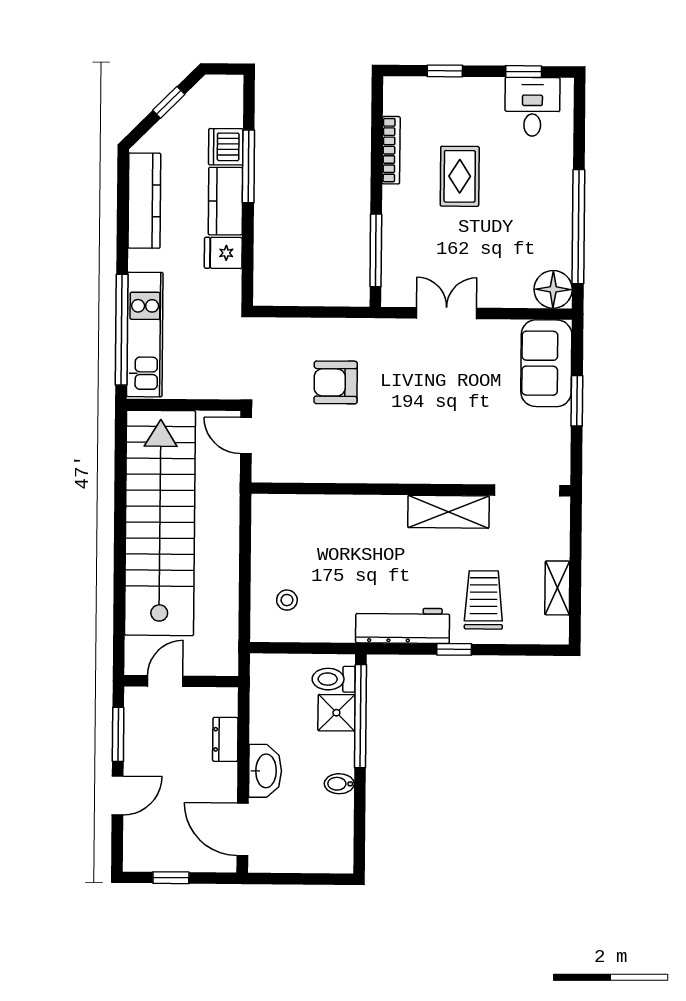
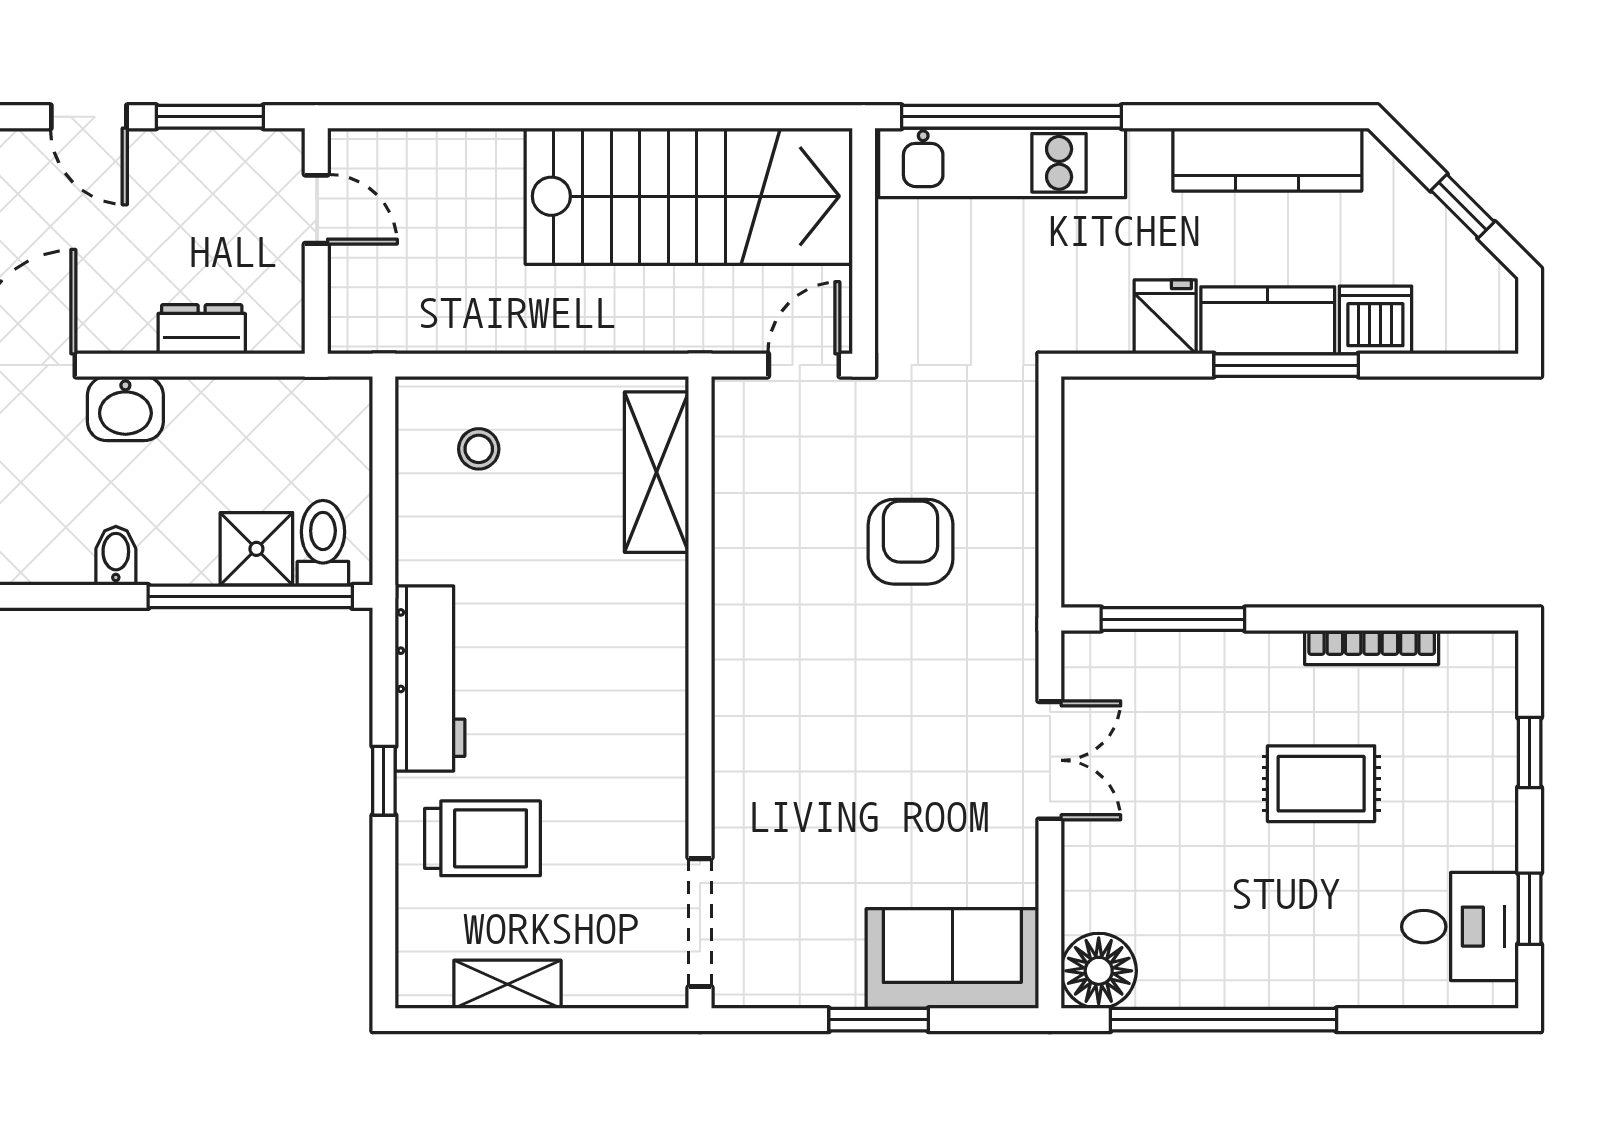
window: (248, 166) -> (1286, 365), moved
shelving: (448, 512) -> (657, 472), moved
stairs: (160, 523) -> (689, 196), width x0.73
washbasin: (265, 771) -> (125, 409), width x0.72

